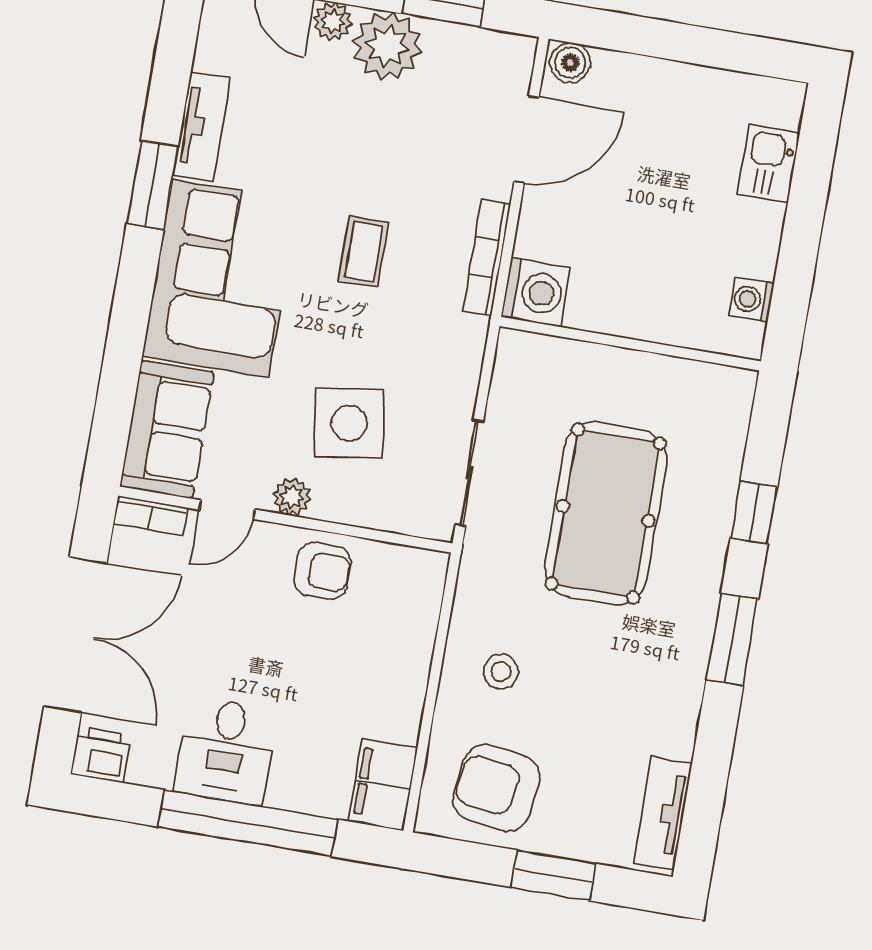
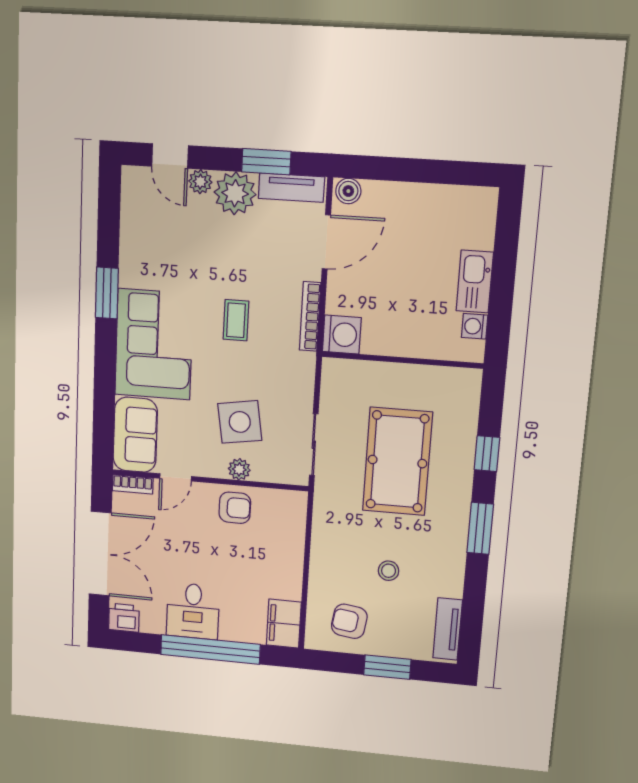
tv unit: (202, 127) -> (291, 188), moved, turned 90
kitchen sink: (769, 163) -> (475, 281), moved, width x1.38
plant: (292, 497) -> (239, 469), moved
stool: (501, 672) -> (389, 571), moved
armchair: (497, 788) -> (349, 621), width x0.72, depth x0.72

